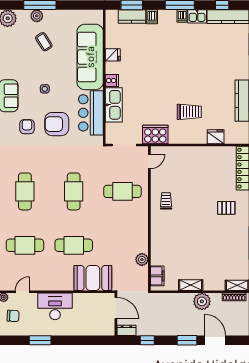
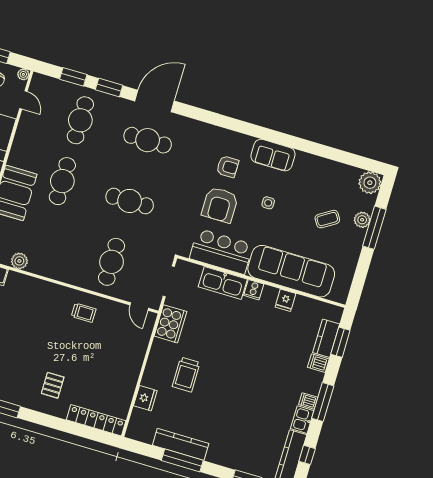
armchair: (57, 124) -> (220, 205), turned 180

